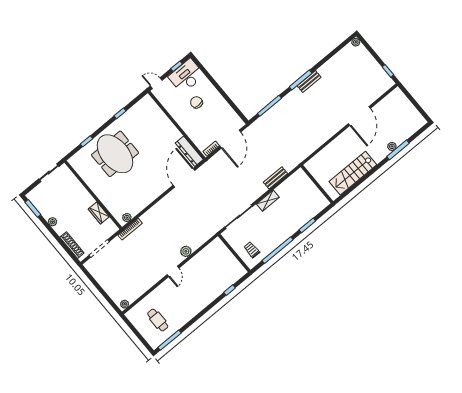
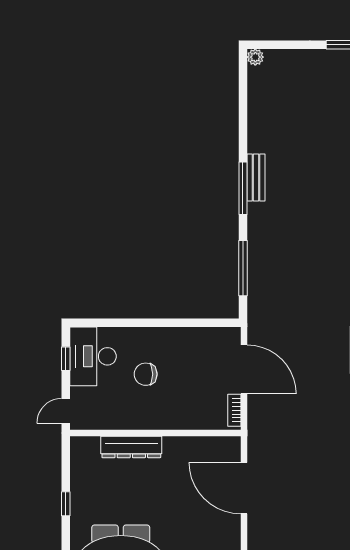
dresser: (189, 151) -> (131, 447), moved

